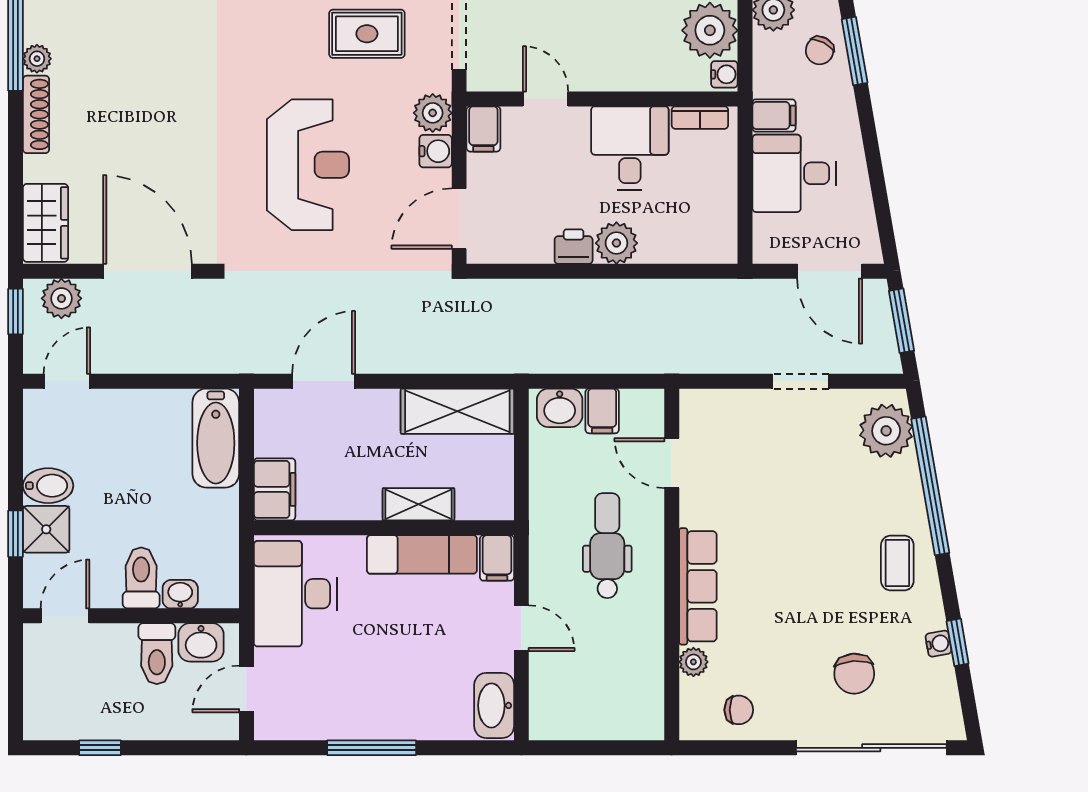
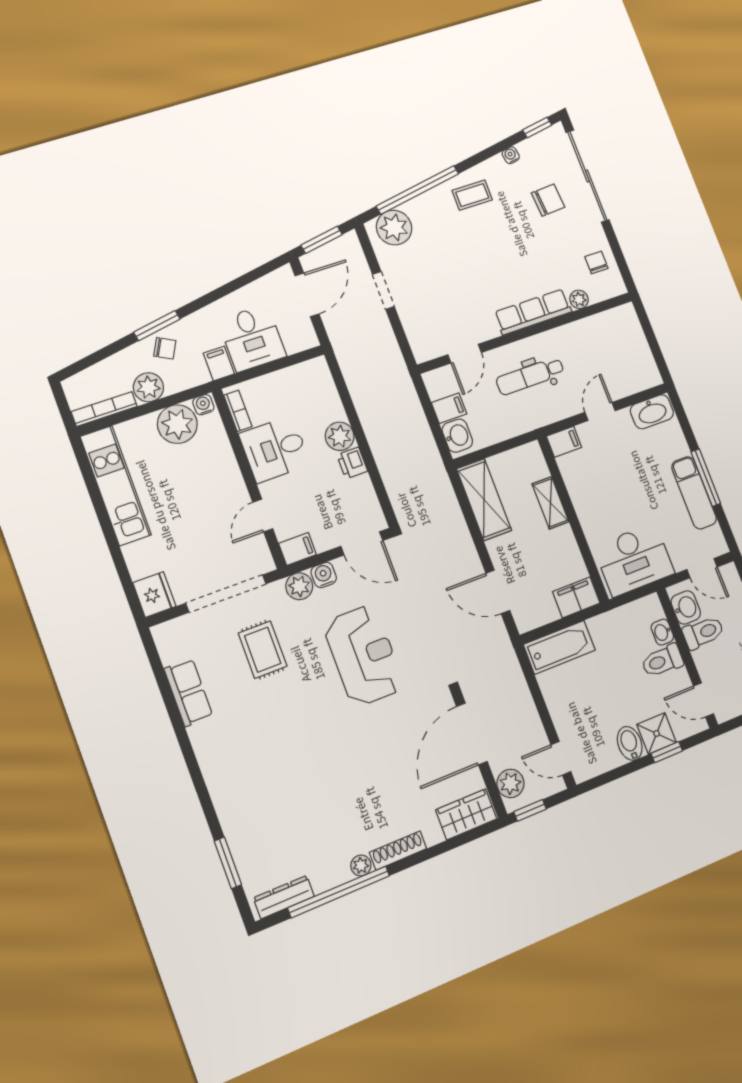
reception desk: (308, 165) -> (364, 655), turned 90
exam couch: (422, 554) -> (694, 493), moved, turned 180
window: (958, 642) -> (537, 127), moved

